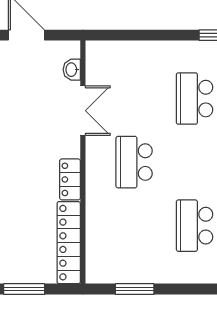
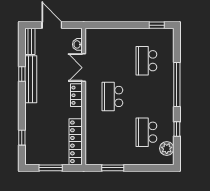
double door: (83, 111) -> (84, 68), swing flipped
locker: (70, 179) -> (76, 95), moved

